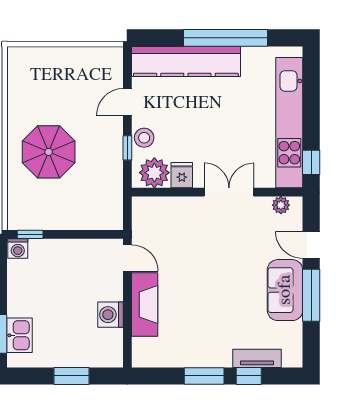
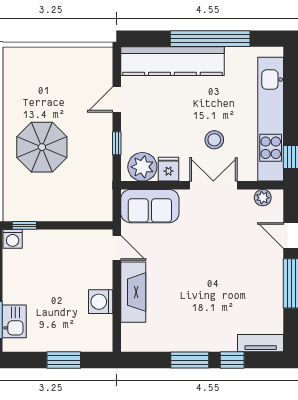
stool: (144, 138) -> (214, 140), moved
sofa: (285, 290) -> (150, 206), moved, turned -90
tv unit: (257, 358) -> (261, 343), moved

